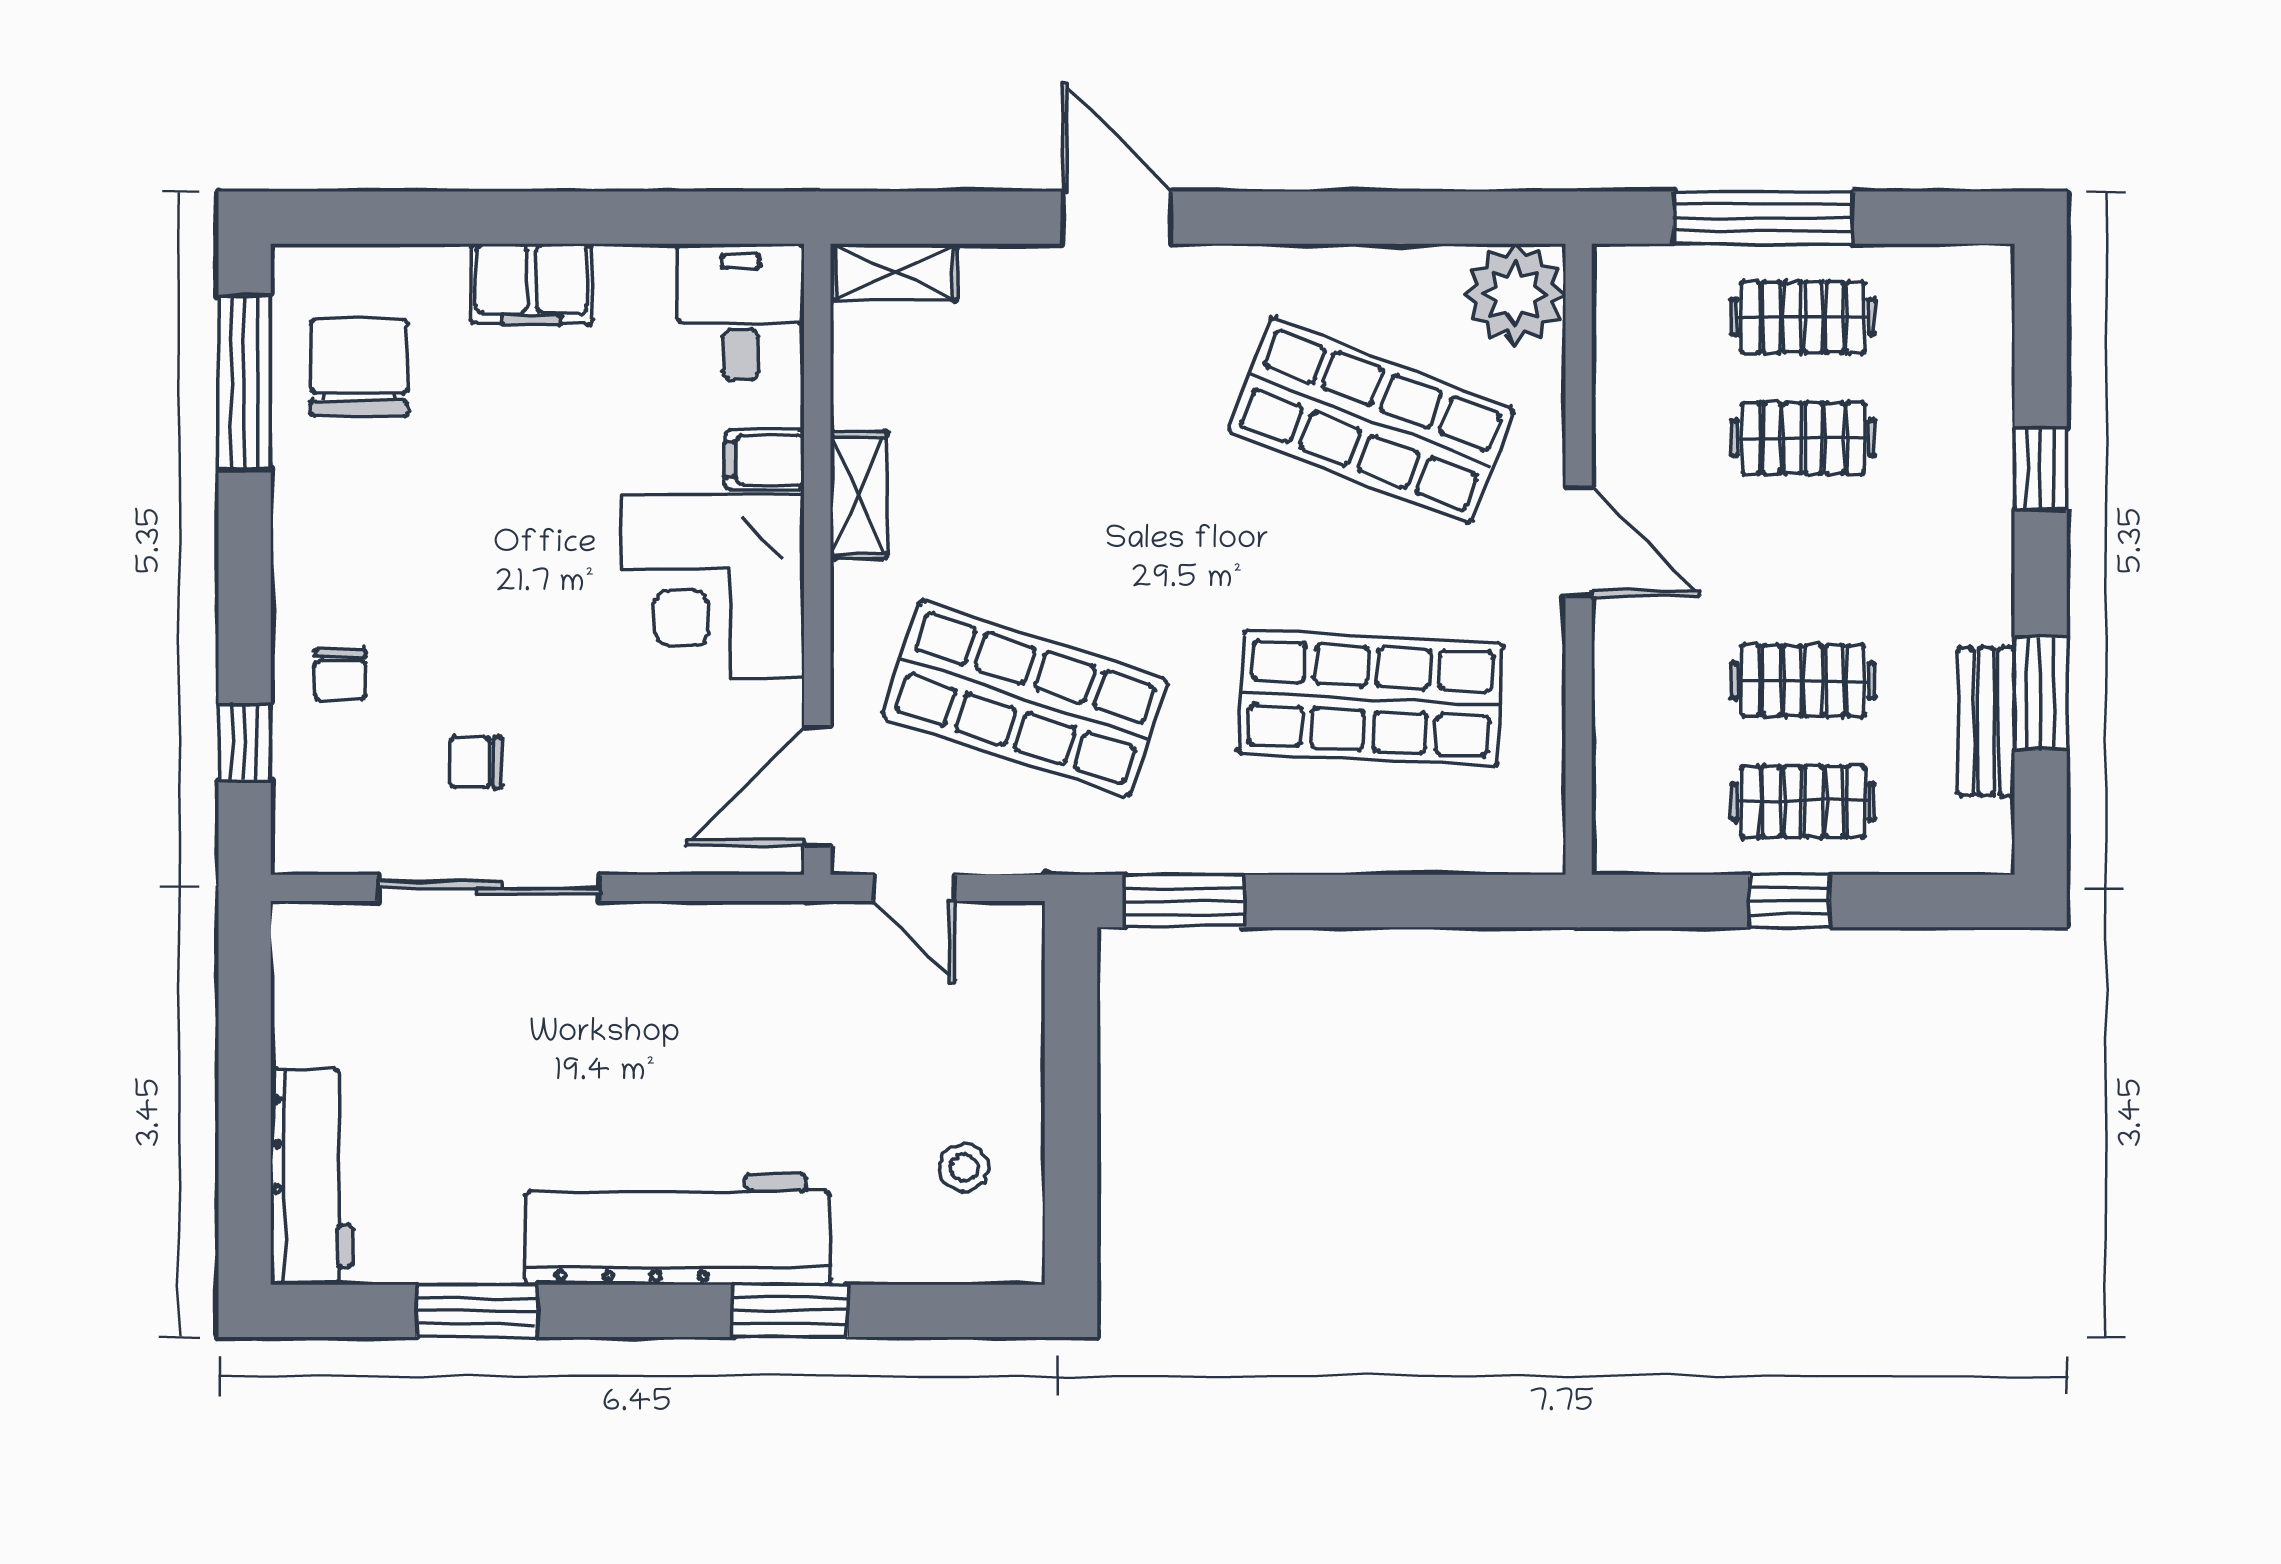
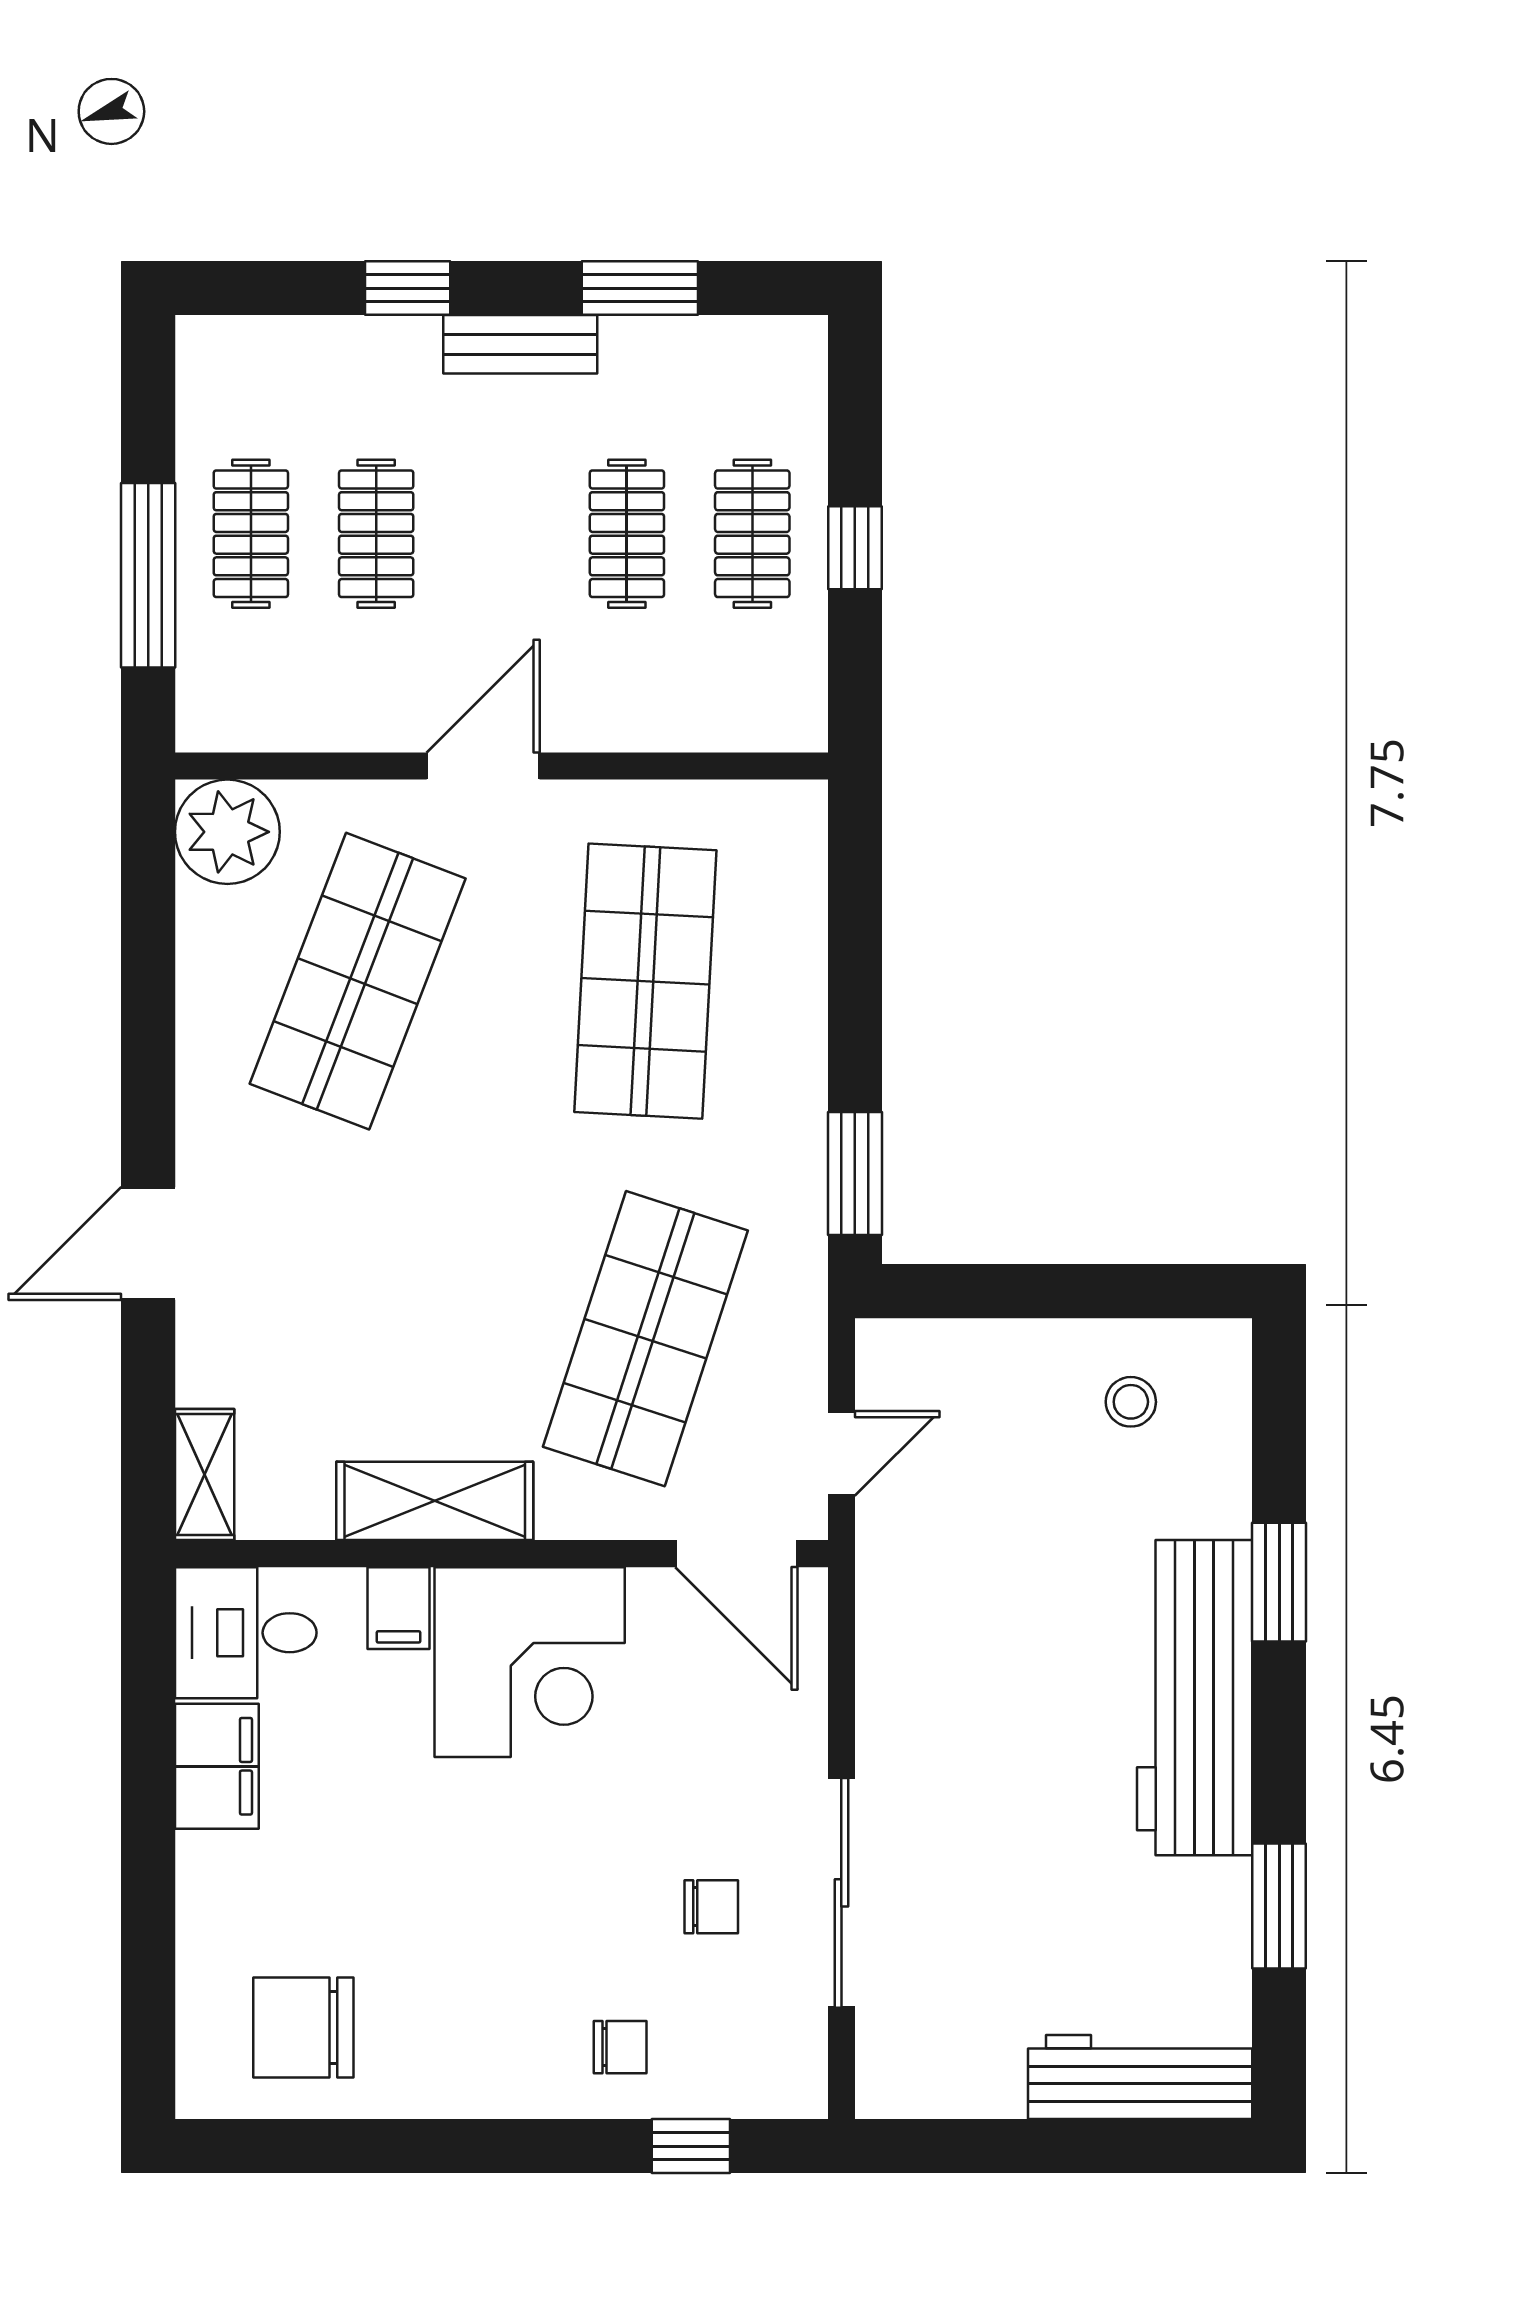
filing cabinet: (531, 284) -> (217, 1766), moved
window: (245, 383) -> (319, 2146), removed
shelving: (859, 495) -> (435, 1501), width x1.50, depth x1.33
bench: (1986, 722) -> (520, 344), moved
chair: (476, 762) -> (711, 1907), turned -90

